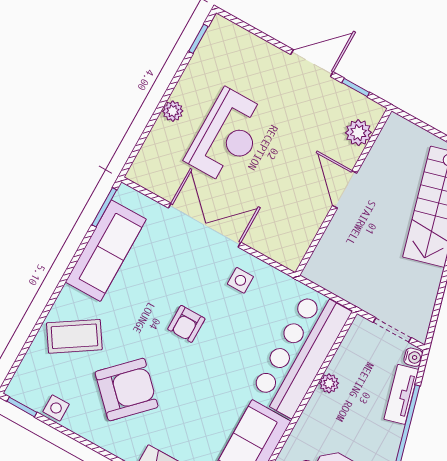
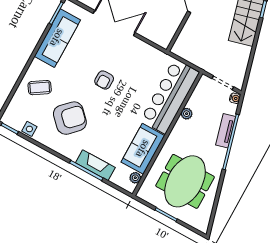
side table: (240, 280) -> (135, 55), removed
coffee table: (74, 336) -> (40, 88), width x0.73, depth x0.77
tv unit: (401, 394) -> (226, 131), moved

